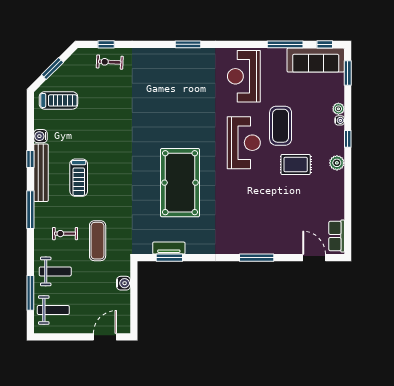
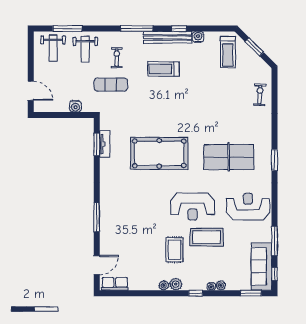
window: (106, 44) -> (274, 92), removed
table tennis table: (184, 99) -> (229, 157), added
plant: (338, 177) -> (164, 285), added

